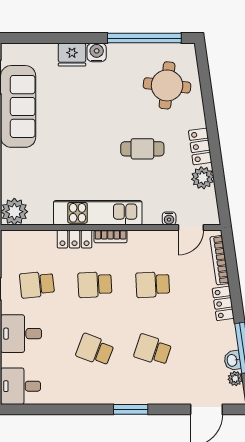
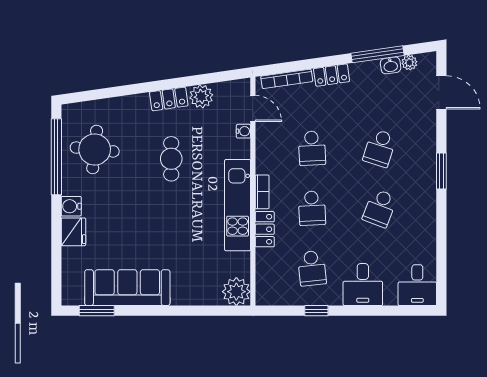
round table: (167, 85) -> (95, 149), moved

